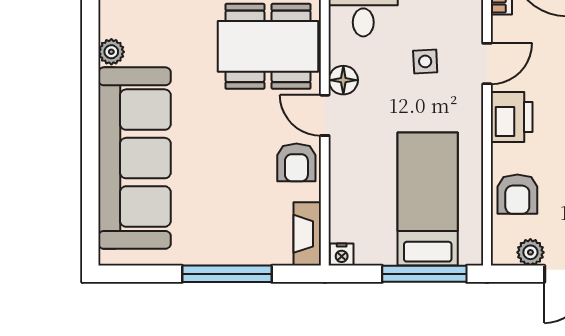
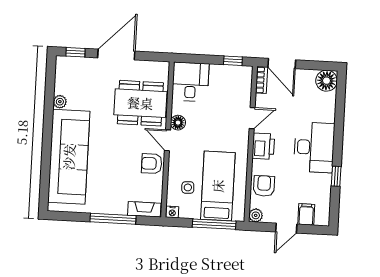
side table: (425, 61) -> (188, 187), moved
armchair: (296, 162) -> (152, 164), turned 90
armchair: (517, 194) -> (264, 186), turned 180
fireplace: (307, 234) -> (144, 209), moved, turned 90
plant: (530, 252) -> (256, 215), moved

